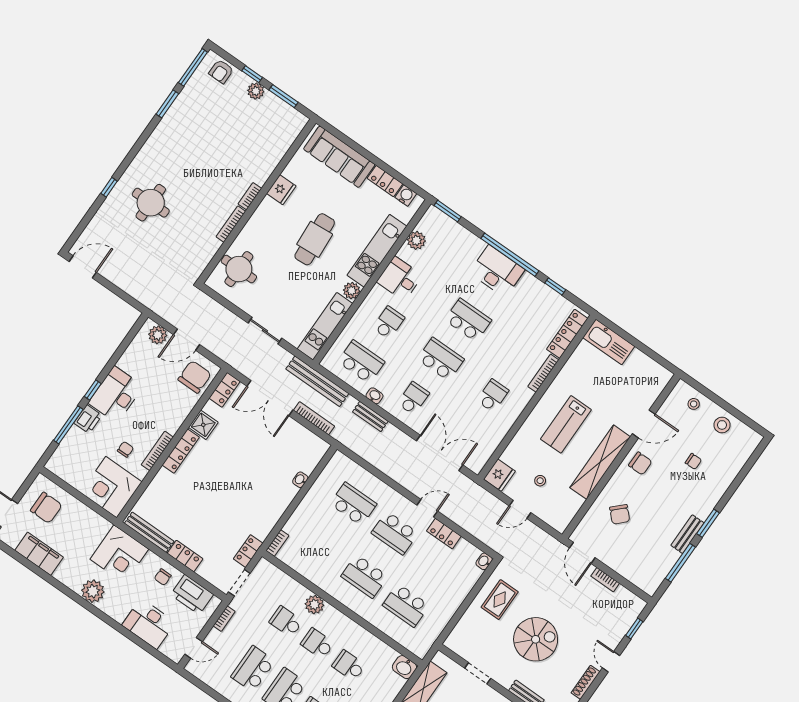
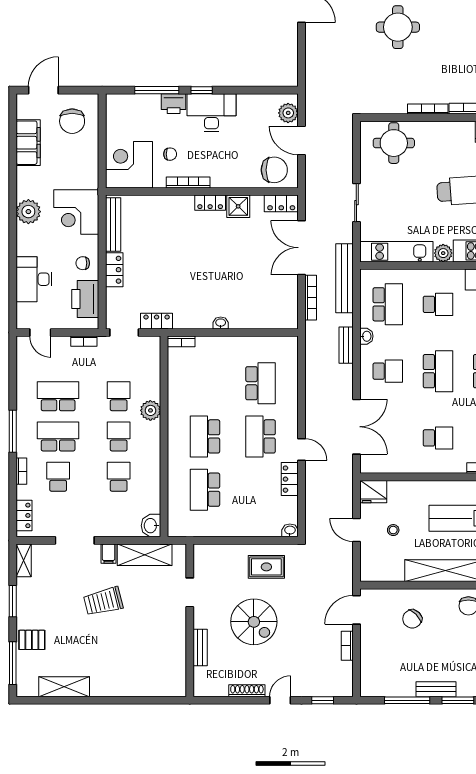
locker: (181, 451) -> (210, 203), width x0.66
washbasin: (300, 480) -> (221, 323), moved

